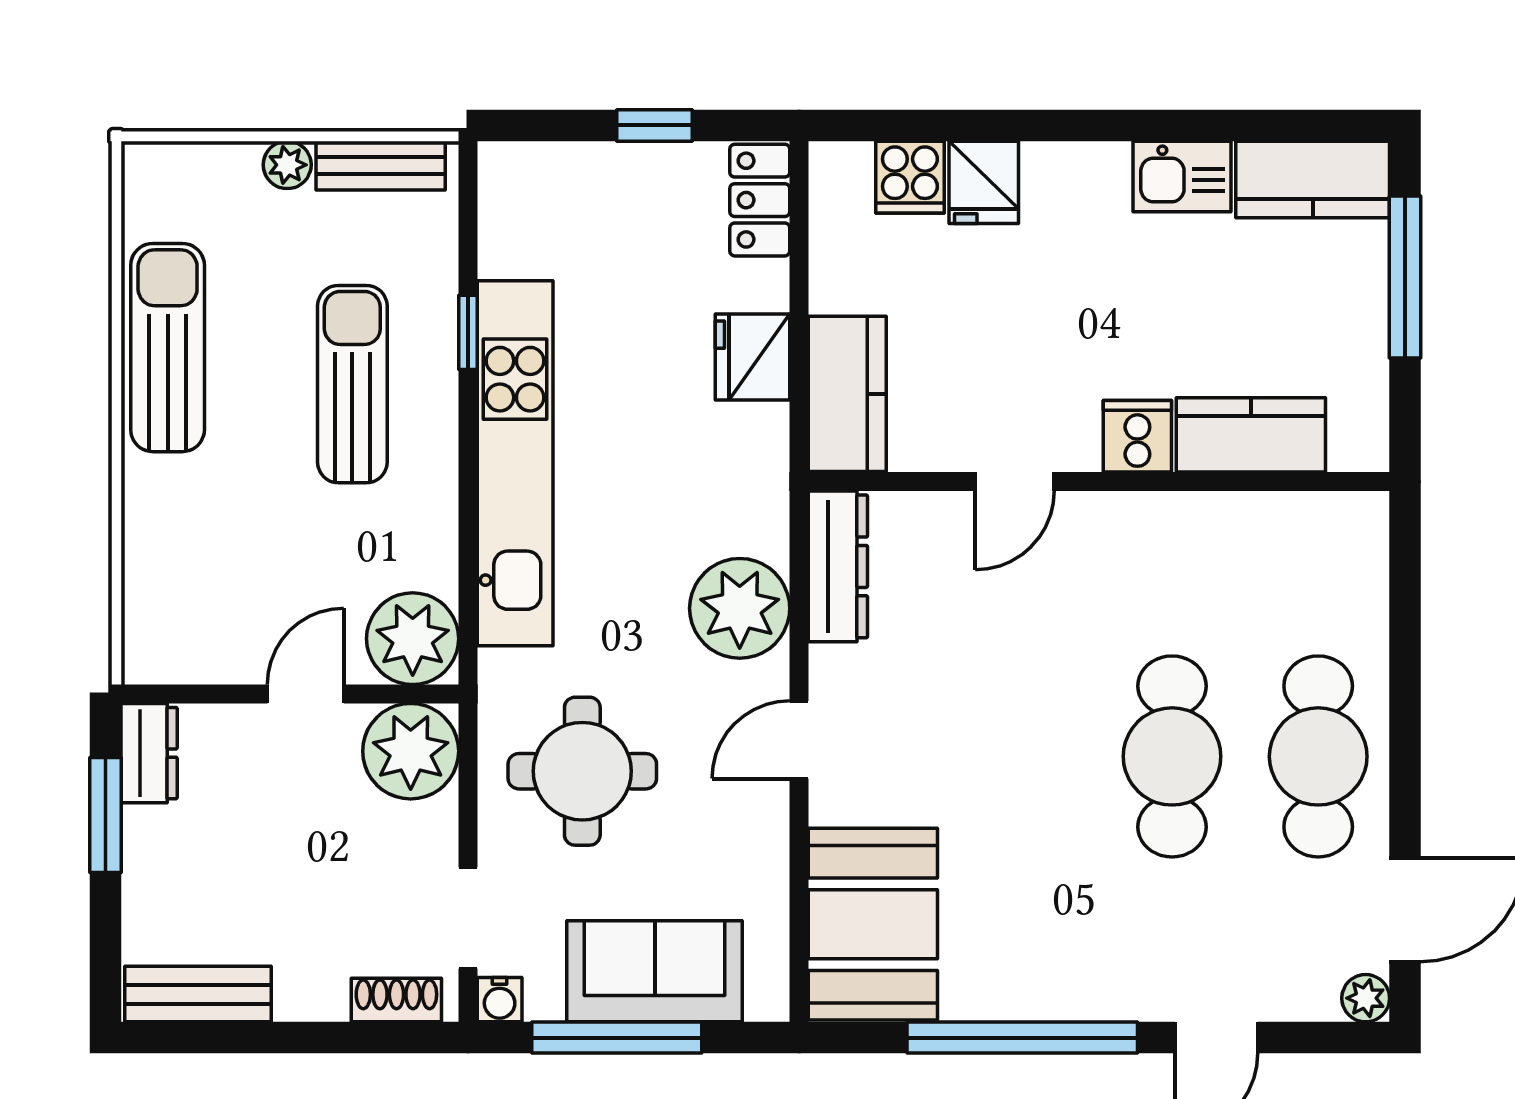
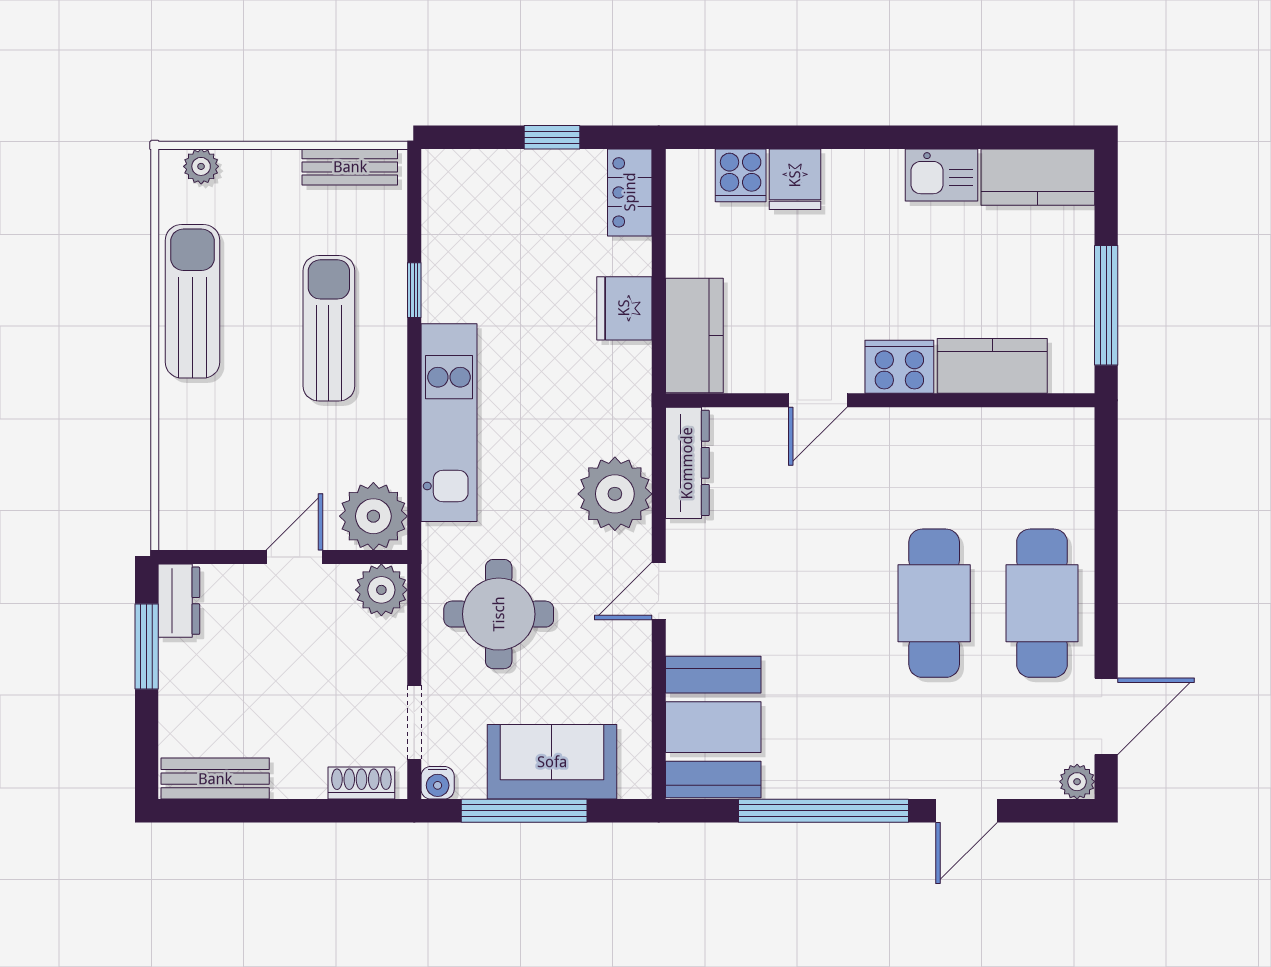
plant: (287, 165) -> (201, 166), moved
window: (1405, 277) -> (1106, 305), moved
cooker: (1137, 436) -> (899, 367), width x1.36
kitchen unit: (515, 463) -> (449, 423), width x0.73
plant: (411, 751) -> (381, 590), width x0.73, depth x0.73

